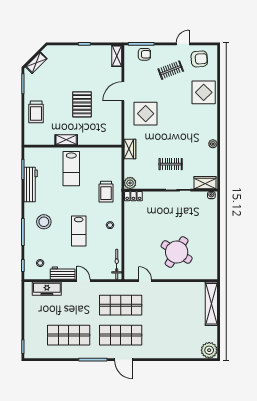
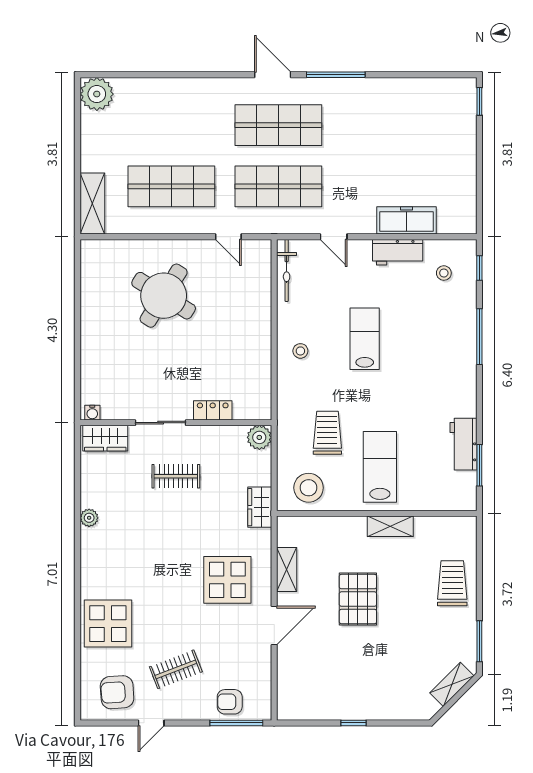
shelving: (117, 56) -> (287, 569), moved
workbench: (31, 184) -> (463, 444), width x0.73
trolley: (106, 192) -> (327, 433), moved
locker: (133, 196) -> (213, 410), moved
stool: (44, 222) -> (309, 488), moved
door: (84, 281) -> (334, 237), moved
freezer: (47, 289) -> (406, 220), moved
shelving: (211, 304) -> (92, 204), width x0.68
shop shelf: (69, 335) -> (171, 186), moved

